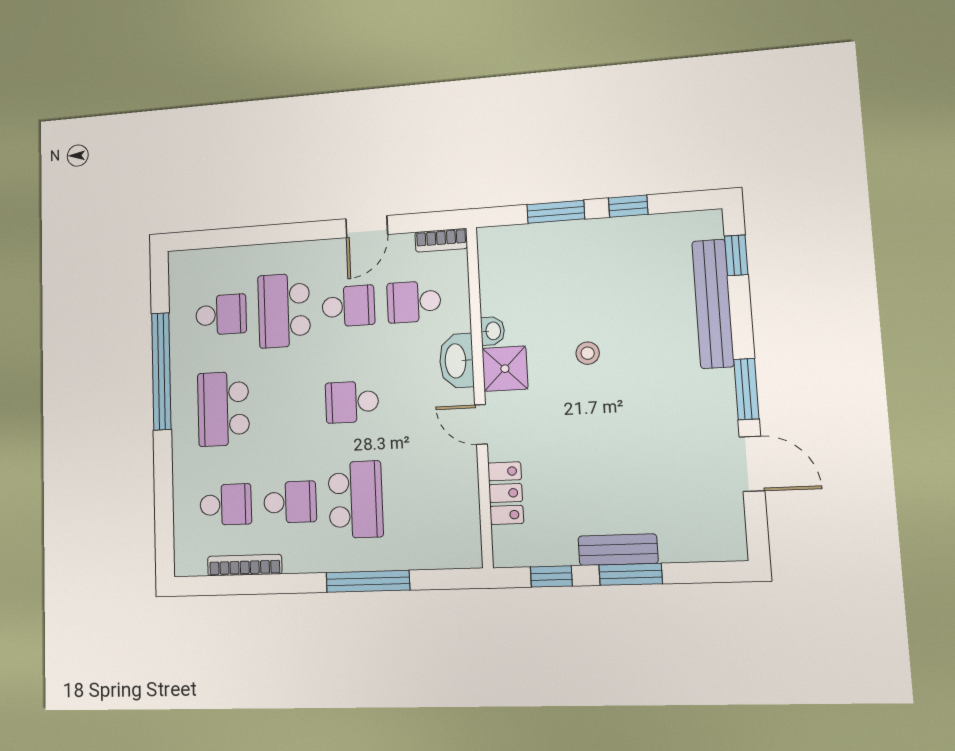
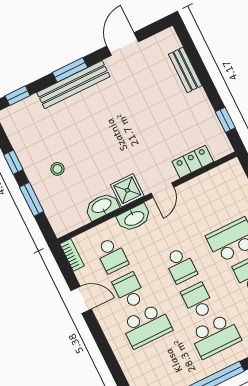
bench: (713, 304) -> (73, 85), moved
school desk: (221, 315) -> (198, 301), moved
washbasin: (493, 331) -> (102, 206), width x1.91, depth x1.45
stool: (588, 353) -> (57, 169), moved
window: (746, 389) -> (70, 70), moved
bench: (618, 550) -> (185, 70), moved
window: (631, 574) -> (206, 80), removed

